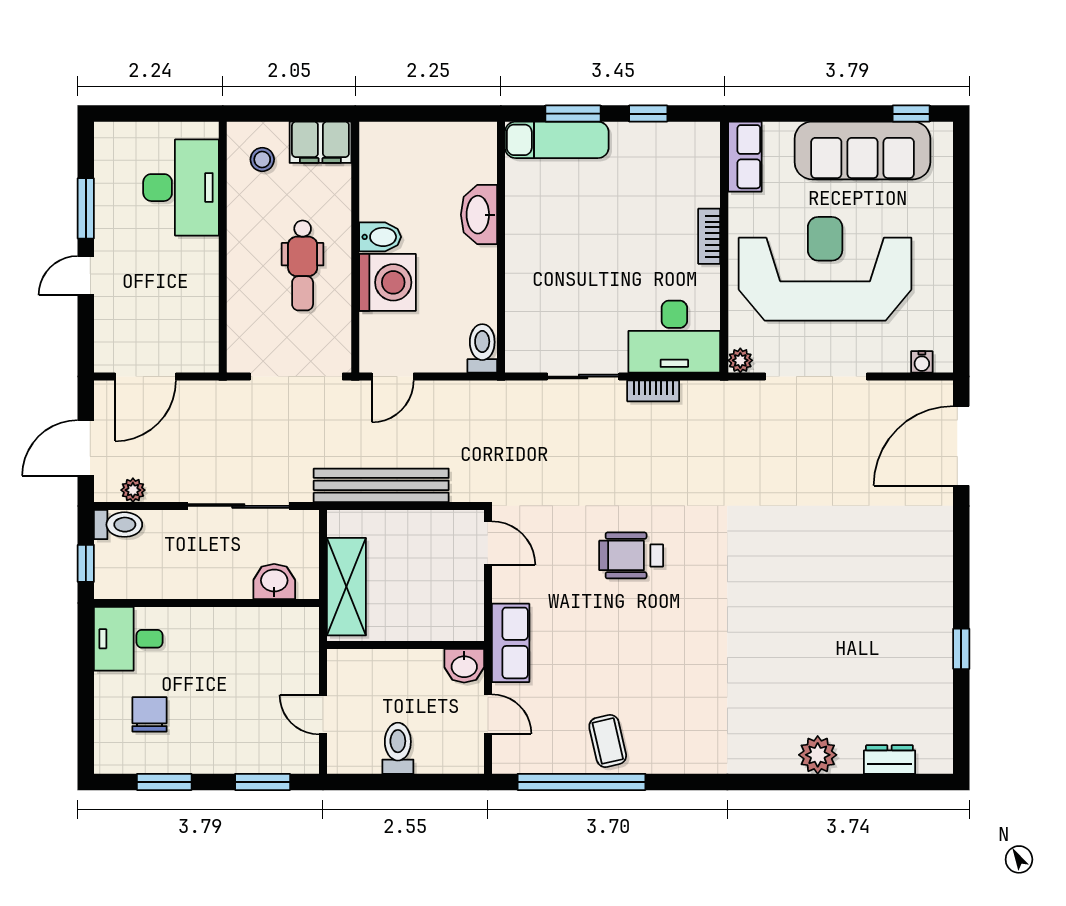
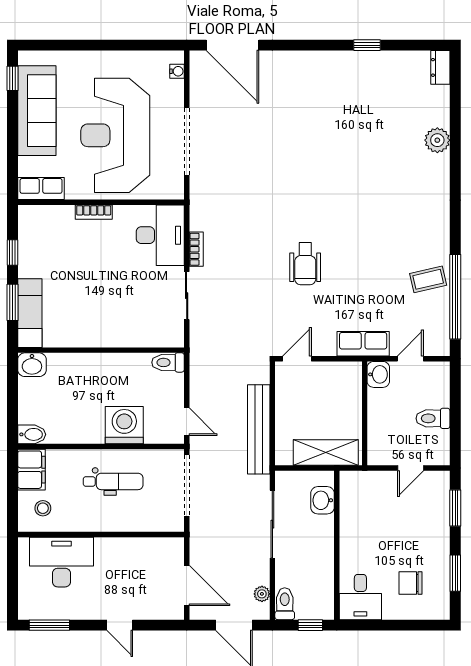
window: (86, 208) -> (49, 625), moved
washbasin: (479, 215) -> (32, 365), moved, width x0.72
bidet: (380, 237) -> (32, 434), moved, turned 90
plant: (740, 360) -> (176, 192), removed
dresser: (889, 759) -> (440, 67), moved

